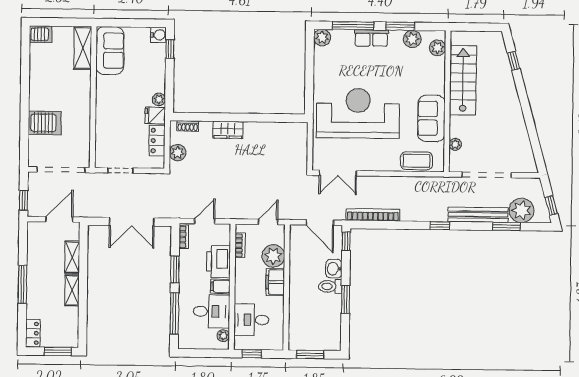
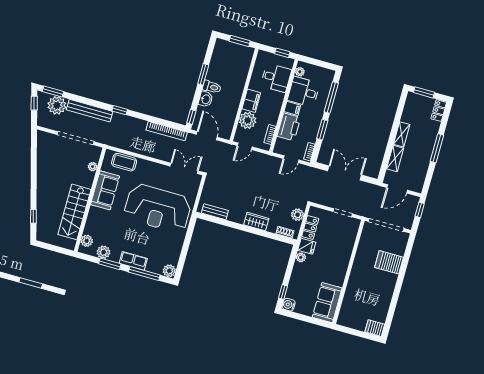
shelving: (83, 48) -> (347, 310), removed
bench: (284, 128) -> (215, 212), added
window: (507, 226) -> (53, 92), moved

